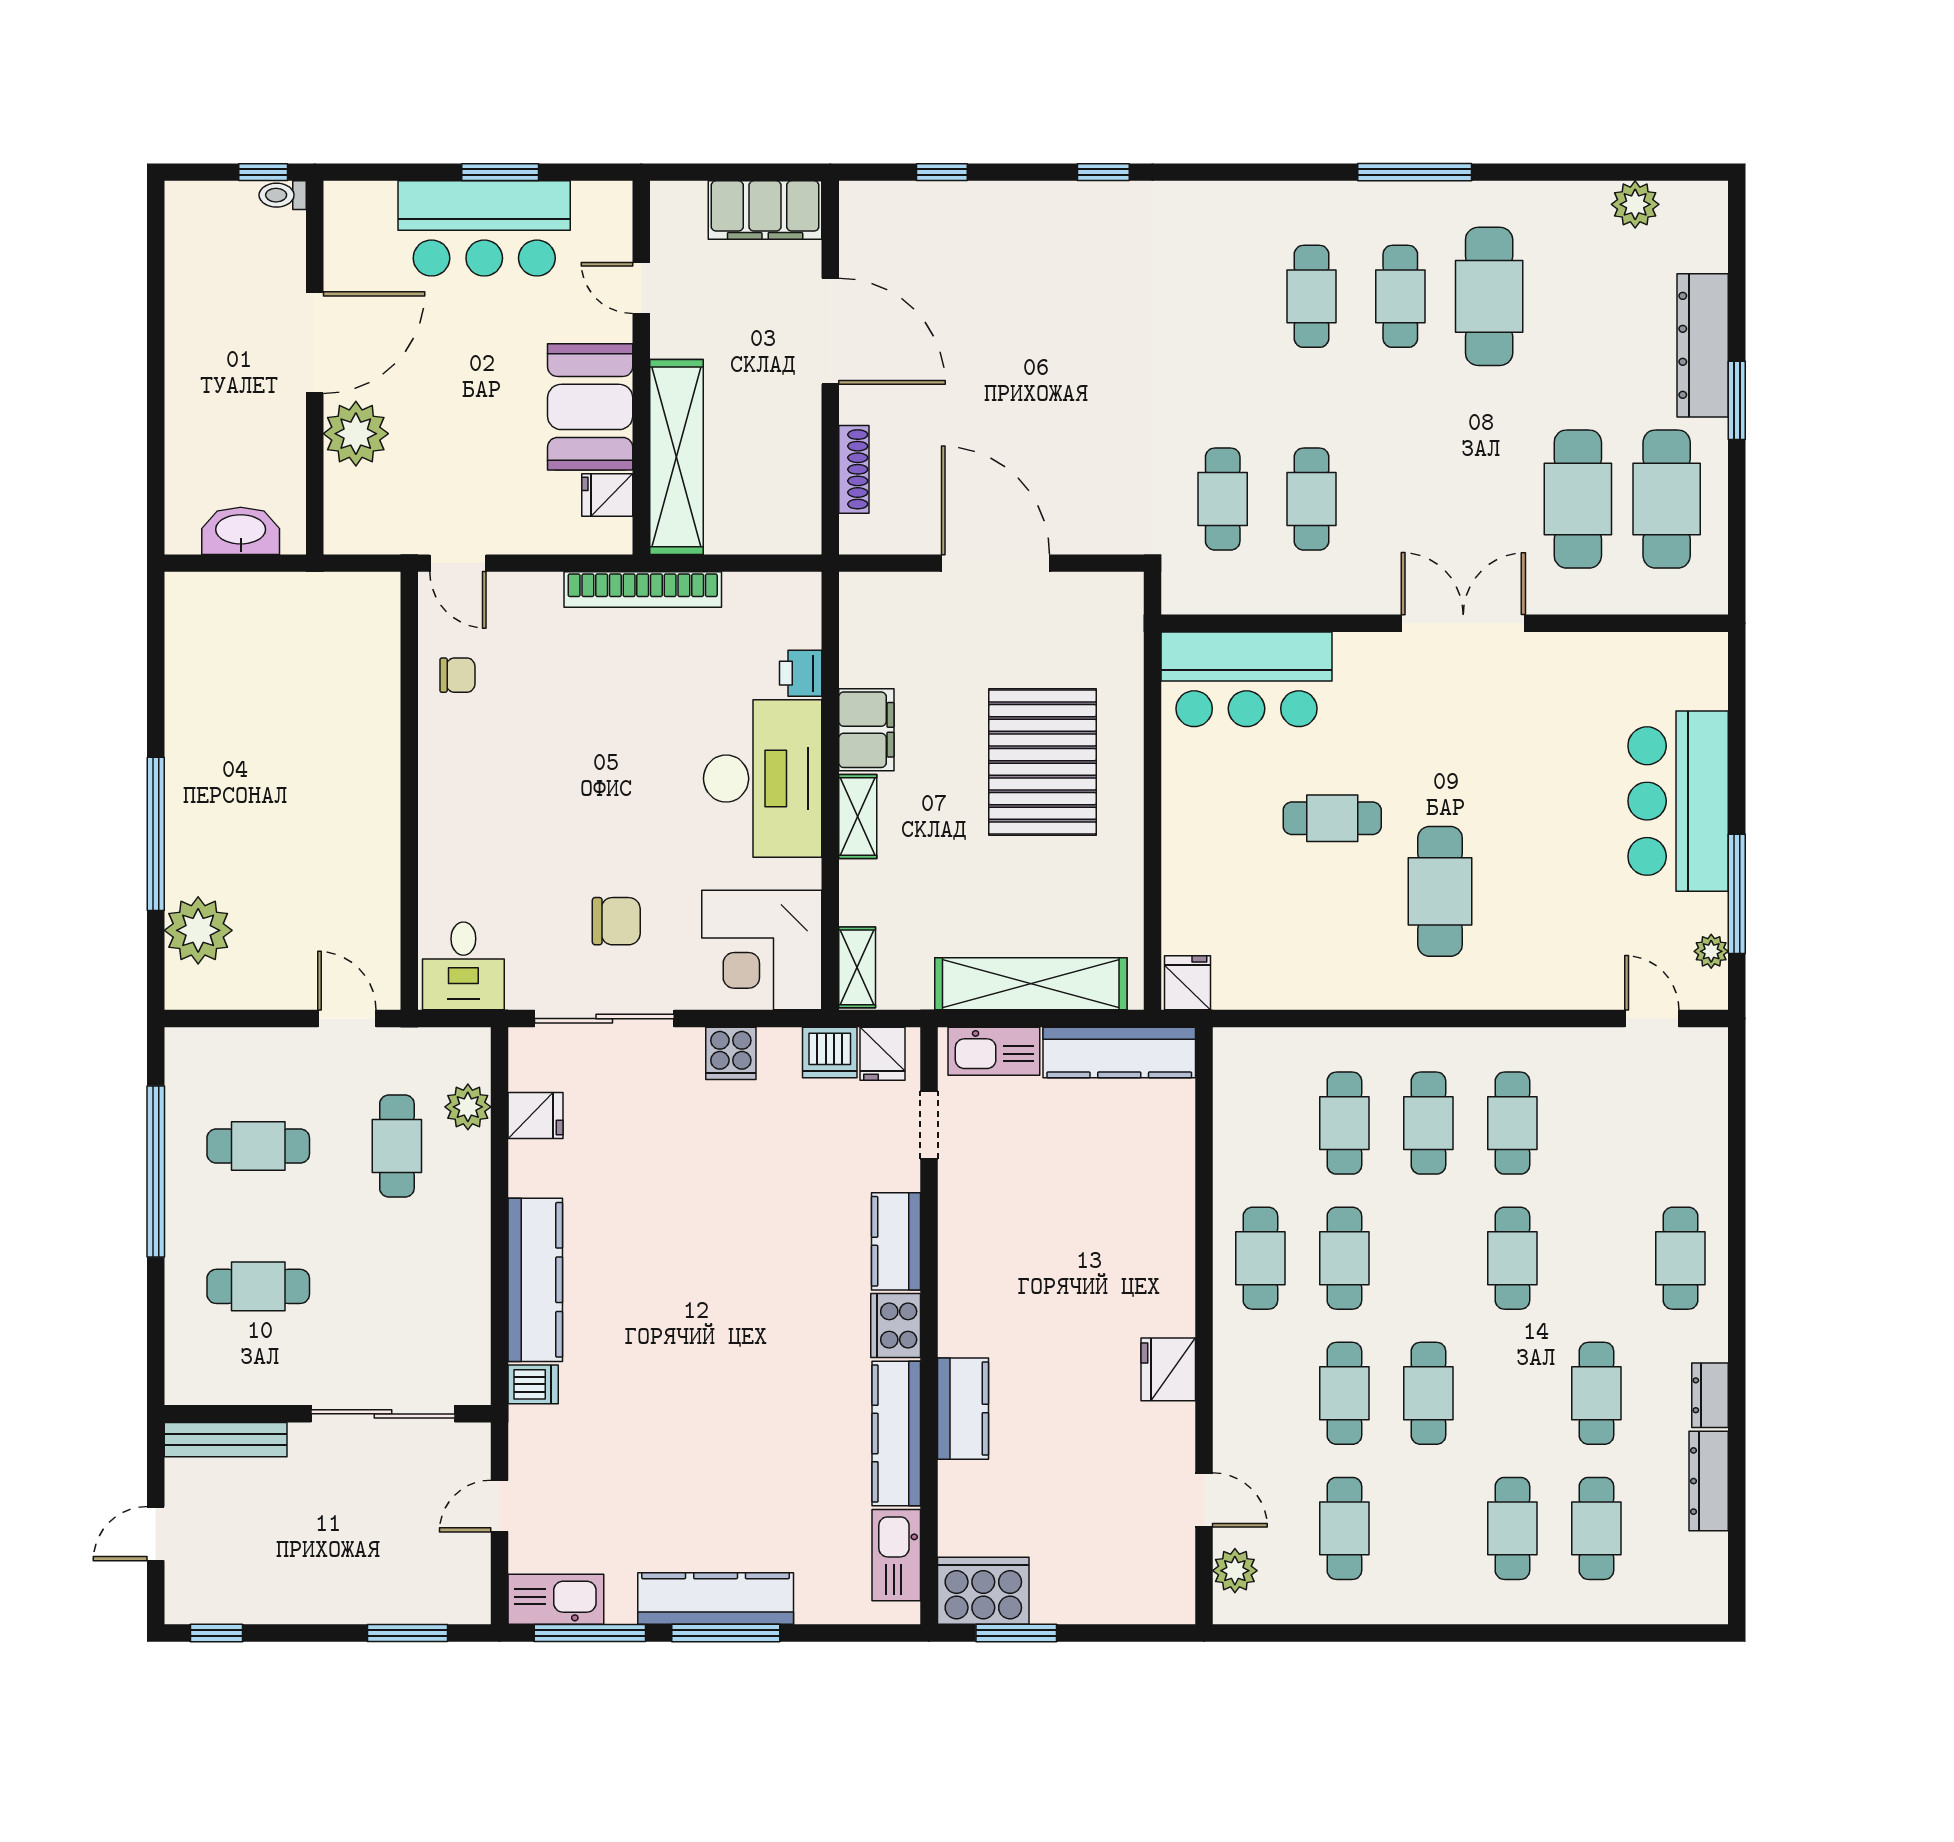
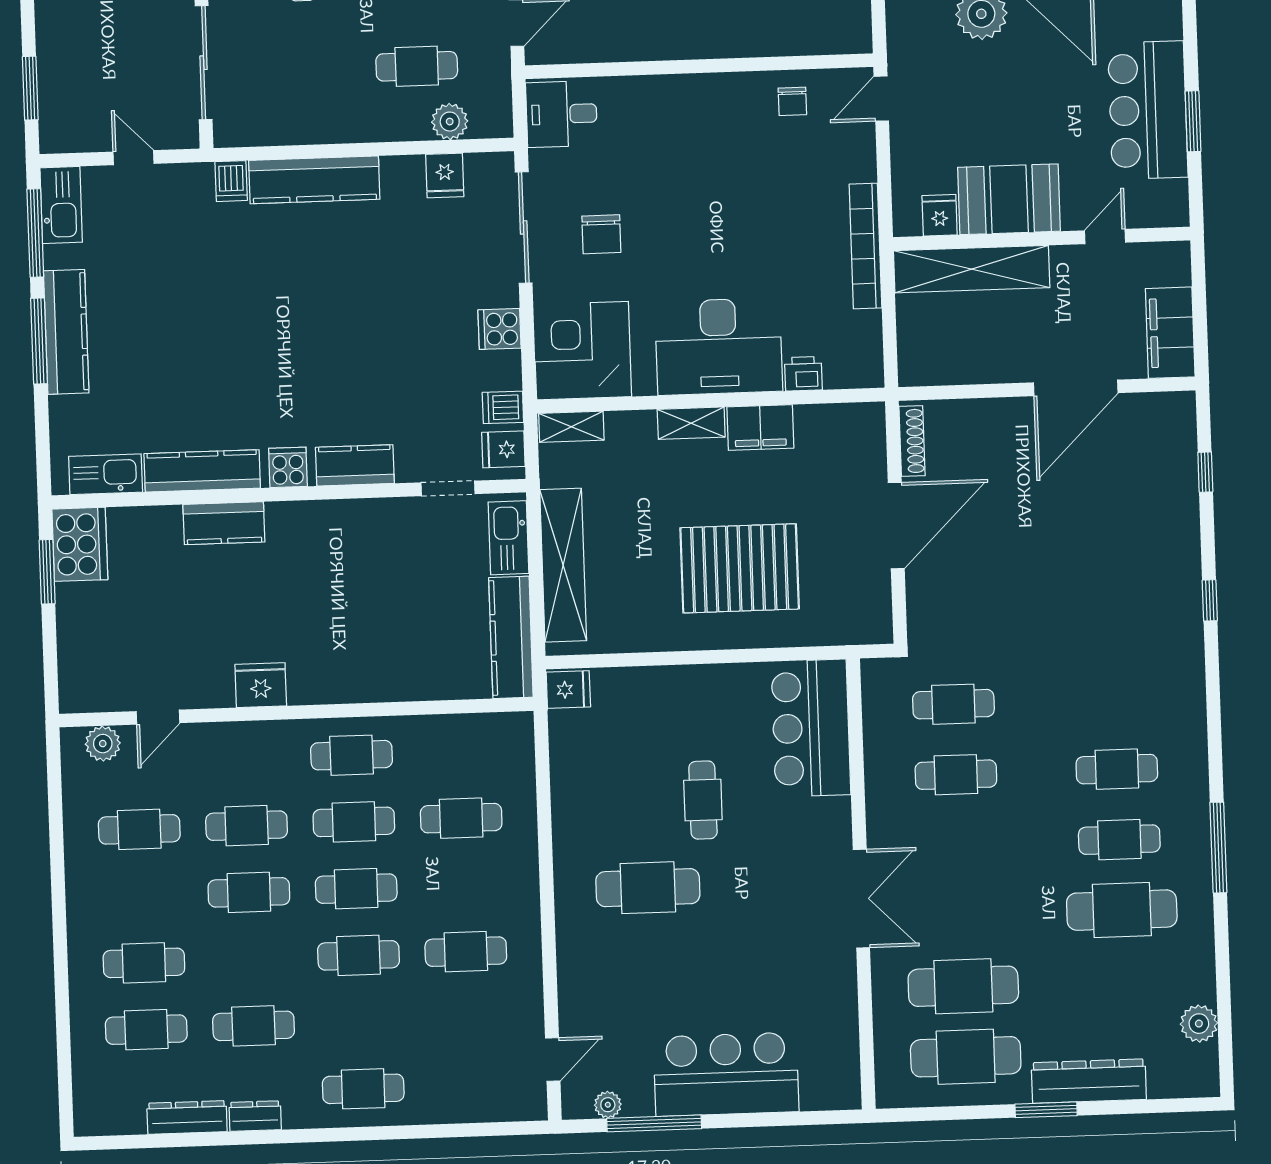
shoe rack: (854, 469) -> (912, 441), moved, turned -90
dishwasher: (830, 1053) -> (503, 407), width x0.73
cafe table: (1428, 1123) -> (356, 889), moved
cooker: (896, 1326) -> (288, 467), width x0.73

